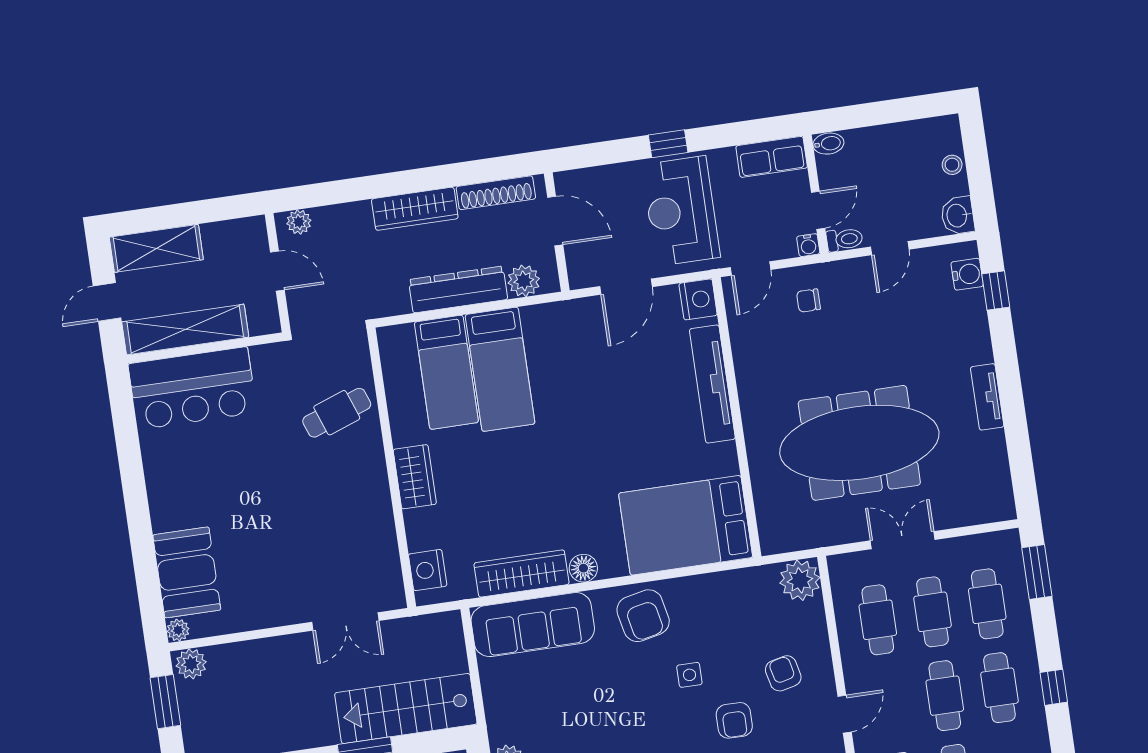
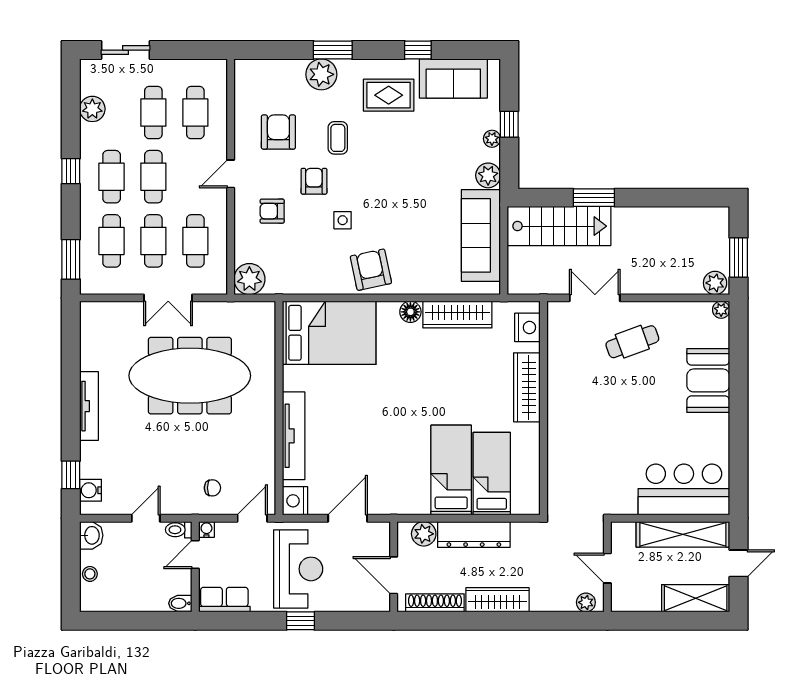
tv unit: (987, 397) -> (89, 406), width x1.41
cafe table: (337, 413) -> (632, 342), moved
wardrobe: (415, 477) -> (527, 387), width x1.50
booth: (187, 572) -> (708, 380), moved
sofa: (533, 625) -> (481, 235), moved, turned -90
armchair: (783, 673) -> (272, 211), turned 103

